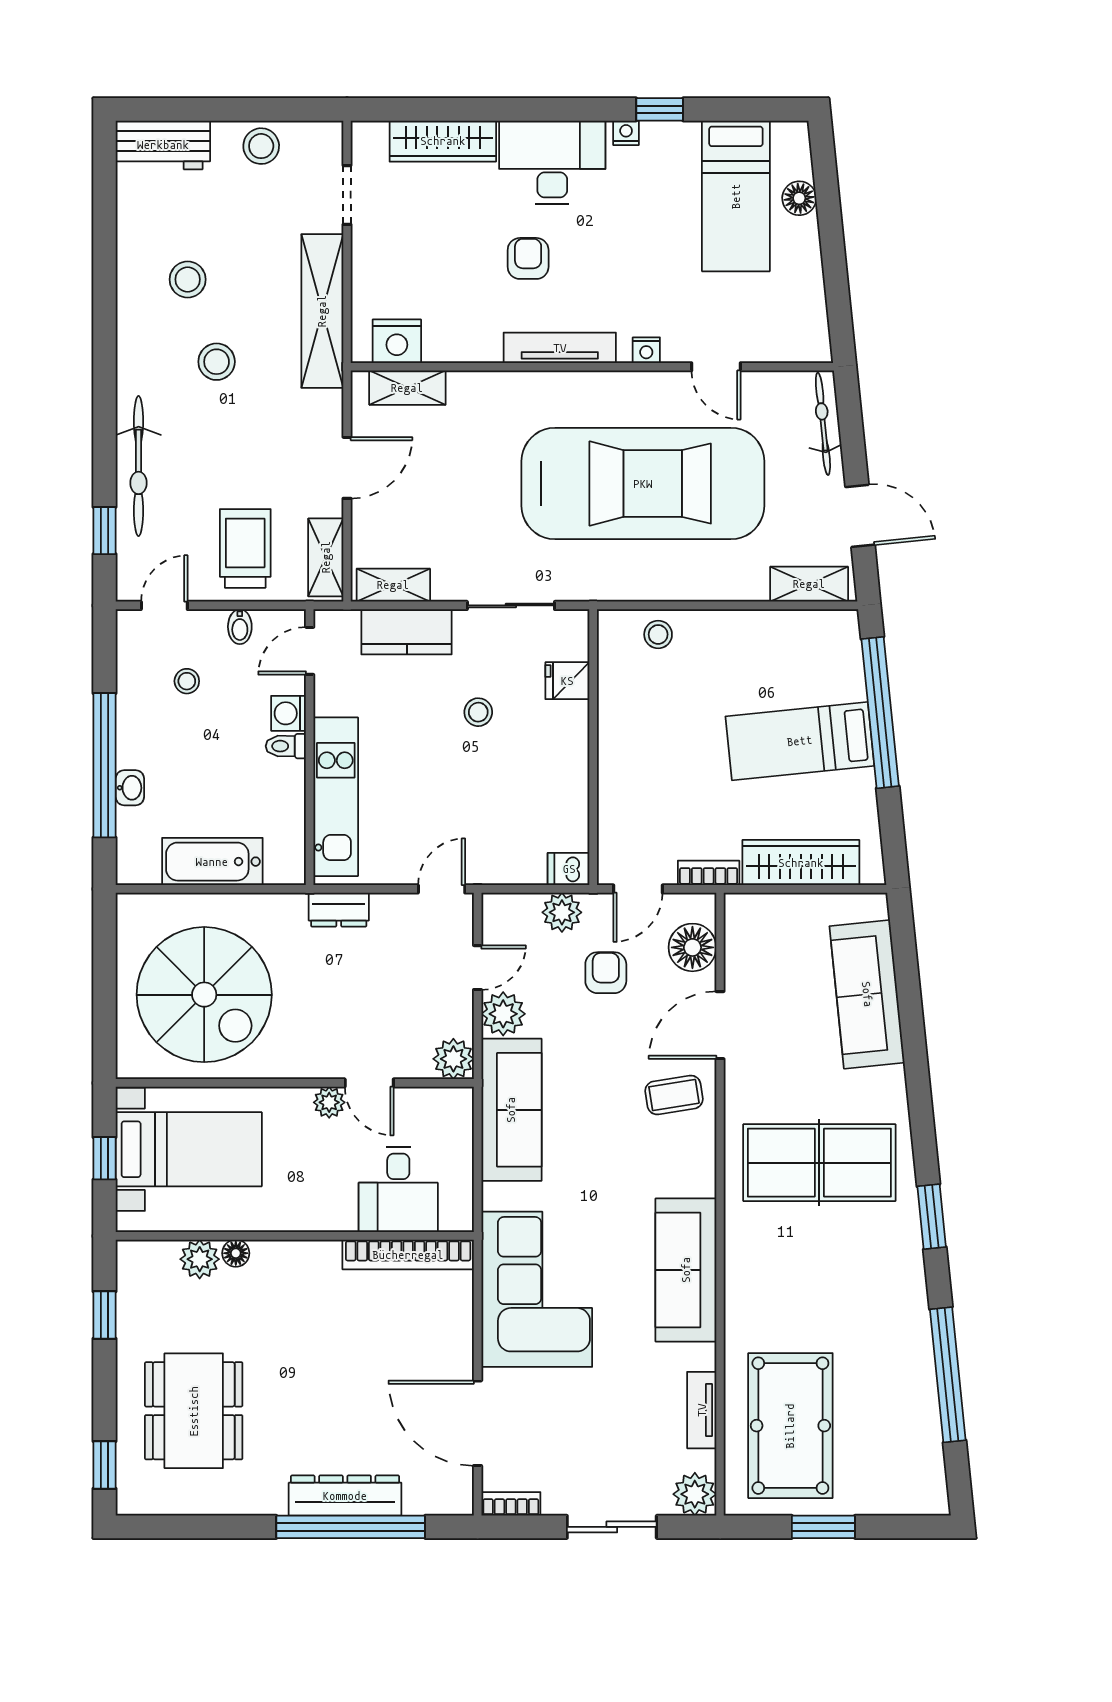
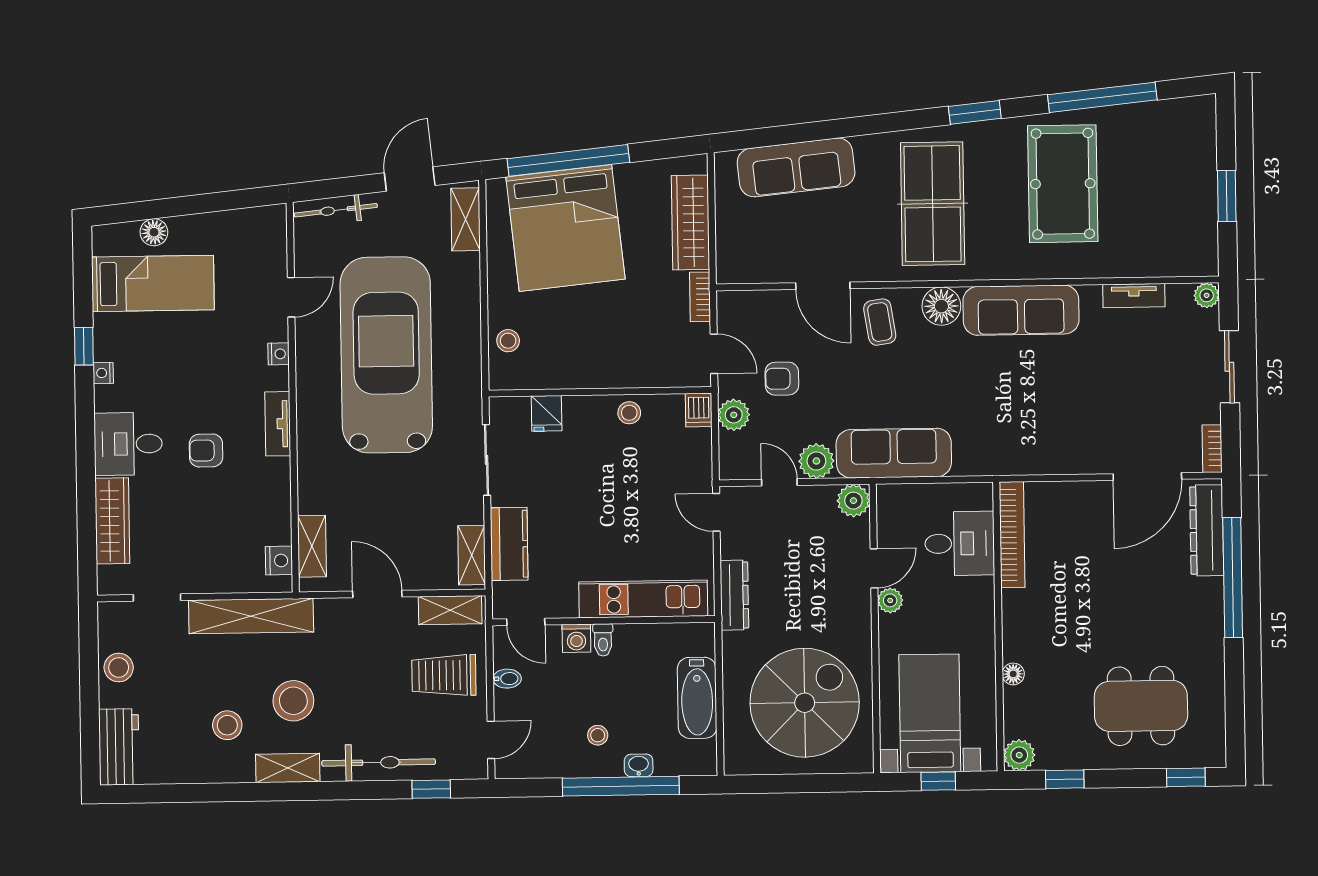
desk: (552, 162) -> (128, 444), width x0.73
nightstand: (397, 341) -> (279, 561), width x0.74, depth x0.75
tv unit: (560, 348) -> (278, 424), width x0.71
shelving: (133, 353) -> (288, 768), added
stool: (217, 362) -> (293, 701), width x1.38, depth x1.38
door: (164, 605) -> (491, 740), swing flipped
stool: (187, 681) -> (598, 735), moved
stool: (478, 712) -> (629, 413), moved
bed: (800, 741) -> (565, 228), width x2.04
dresser: (339, 910) -> (734, 595), width x1.44
floor lamp: (692, 947) -> (941, 306), moved
plant: (200, 1259) -> (1019, 755), moved
corner sofa: (537, 1289) -> (1038, 430), removed
pool table: (790, 1426) -> (1063, 184), moved, turned 90
plant: (695, 1494) -> (1207, 295), width x0.73, depth x0.73
dresser: (345, 1496) -> (1207, 530), moved

